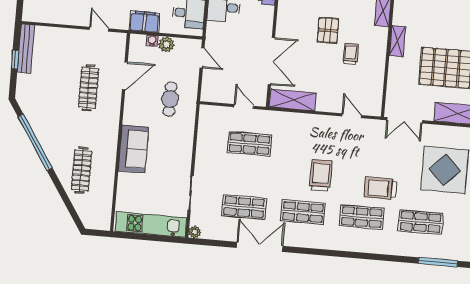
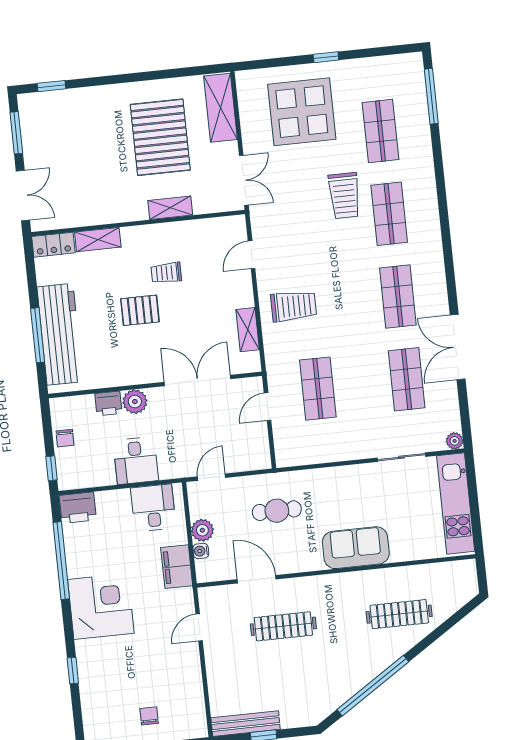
plant: (265, 15) -> (135, 402), added
shelving: (397, 41) -> (170, 208), moved
shelving: (293, 100) -> (248, 330), width x0.67, depth x0.75
trolley: (321, 175) -> (294, 306), moved, turned 180

